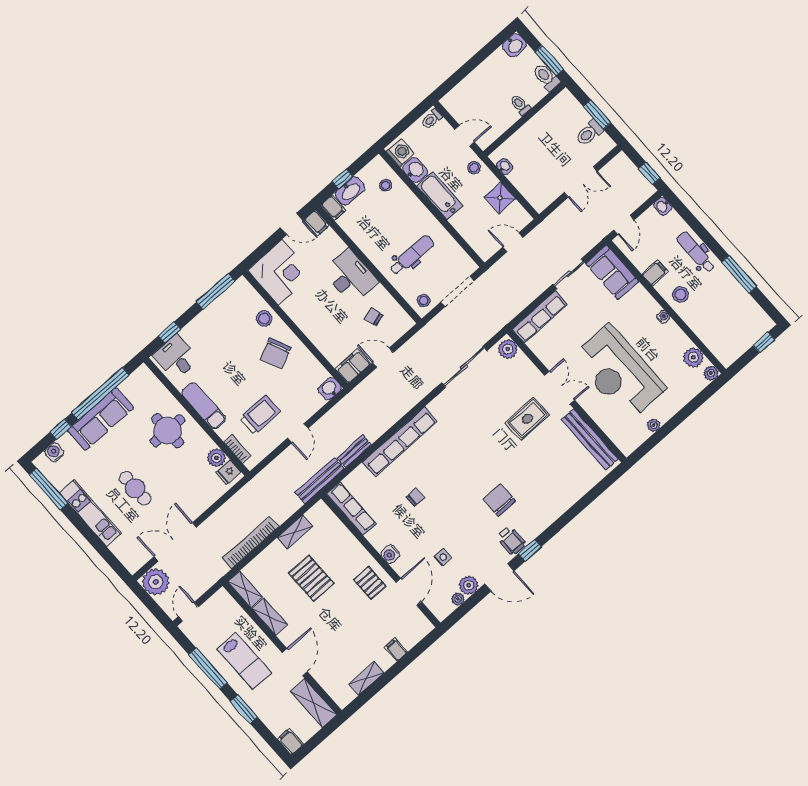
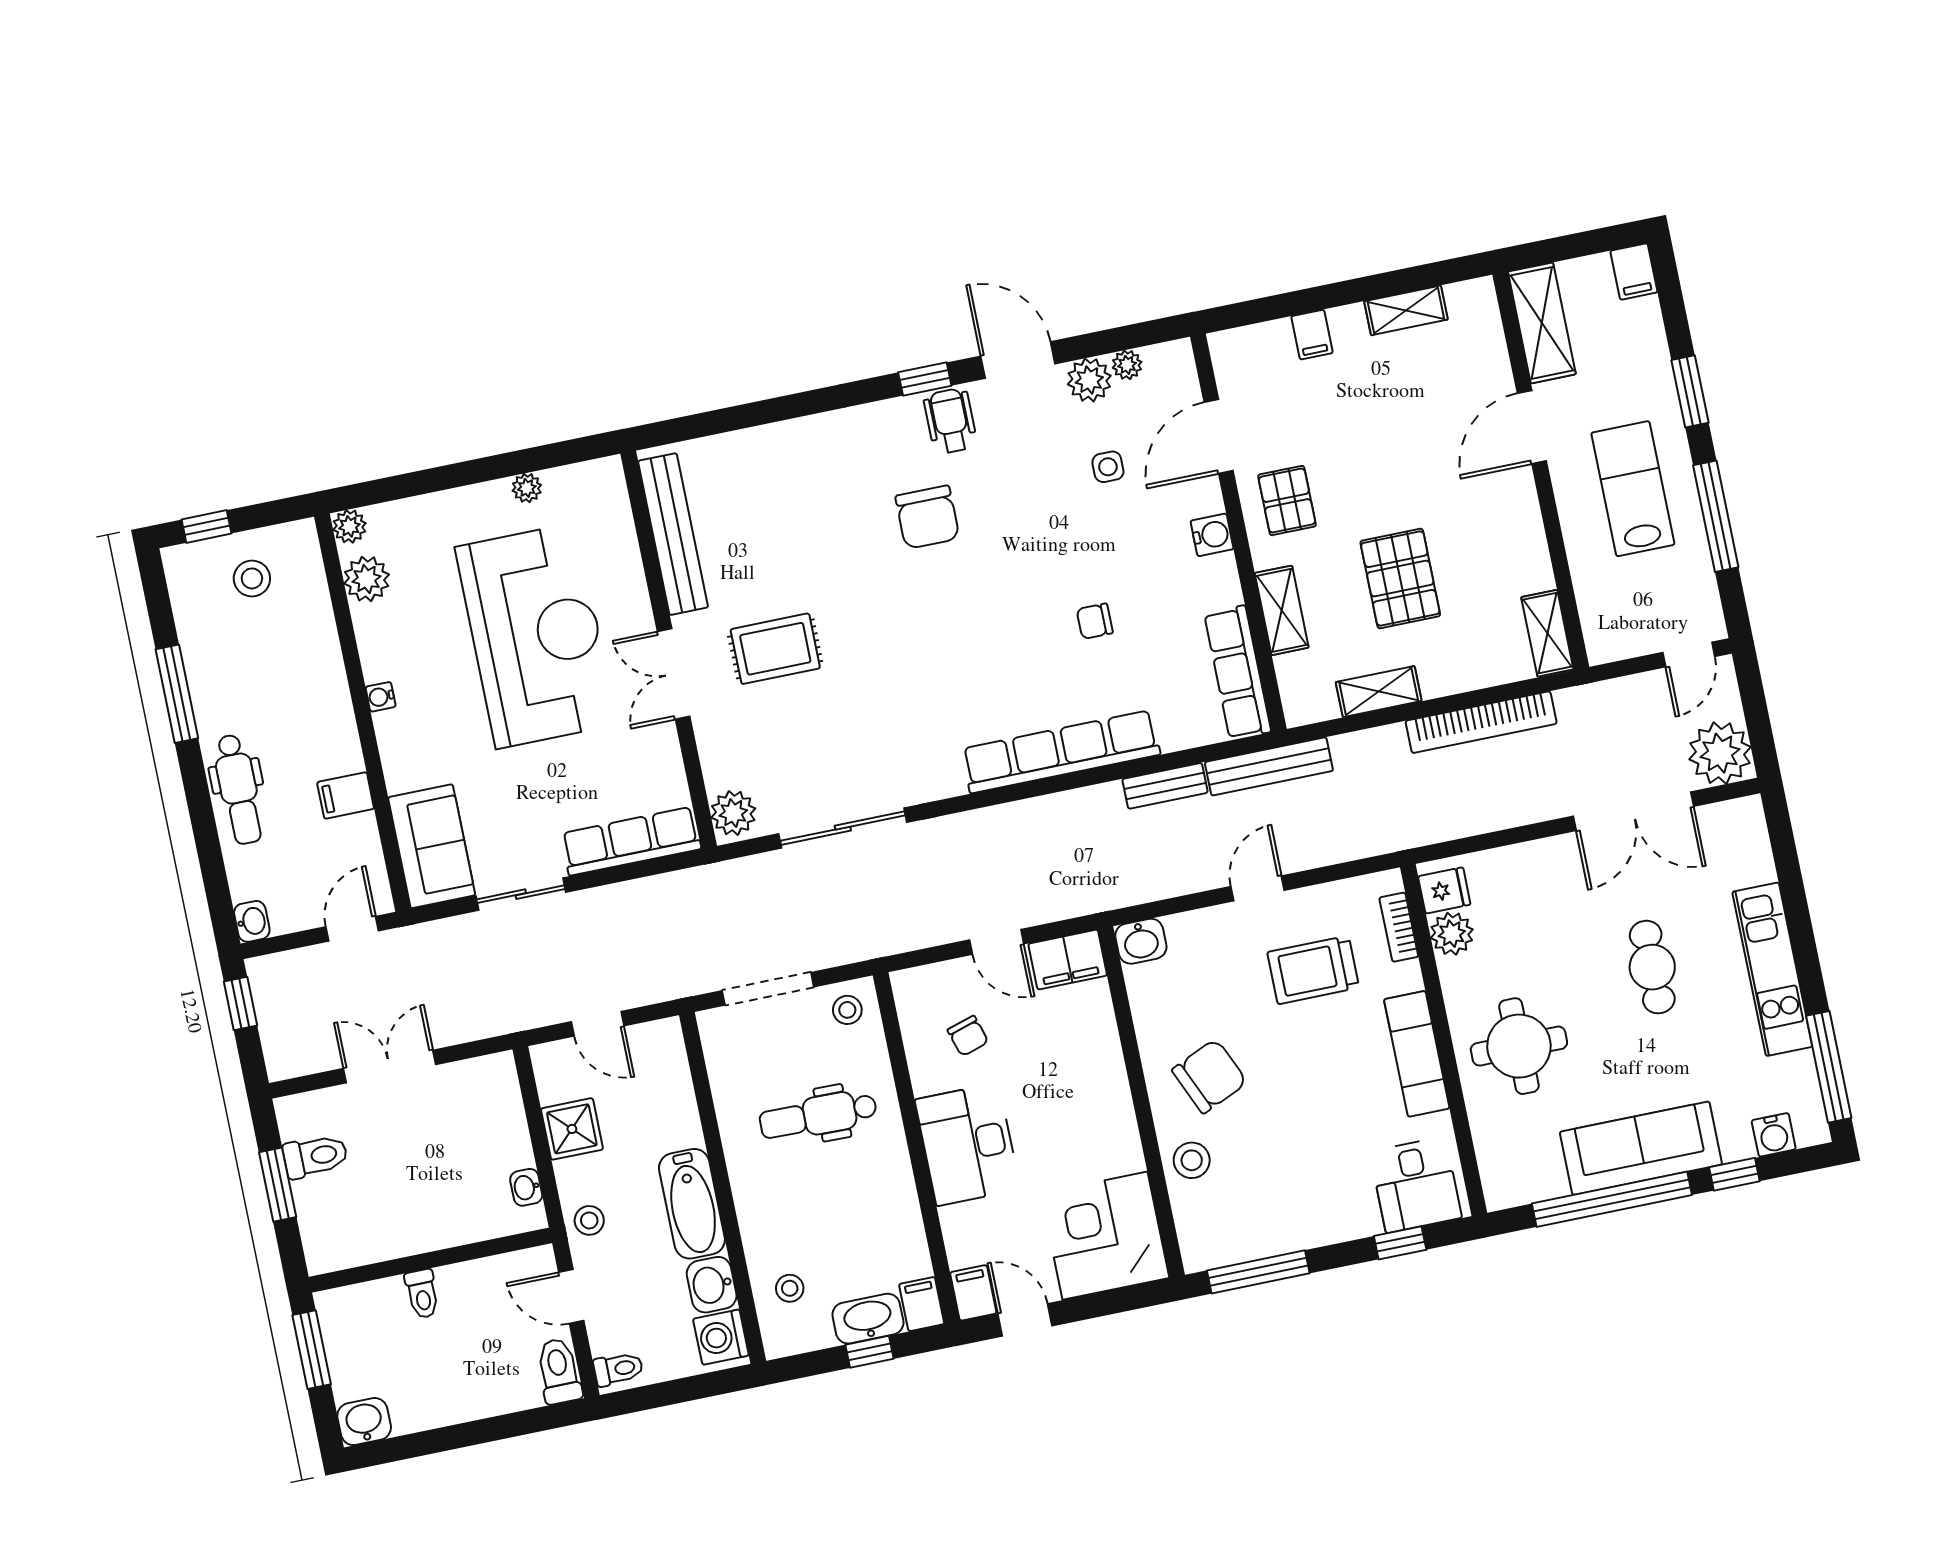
toilet: (546, 77) -> (559, 1371), moved, turned 180
stool: (680, 294) -> (252, 578), moved
shelving: (270, 617) -> (1282, 610), moved

